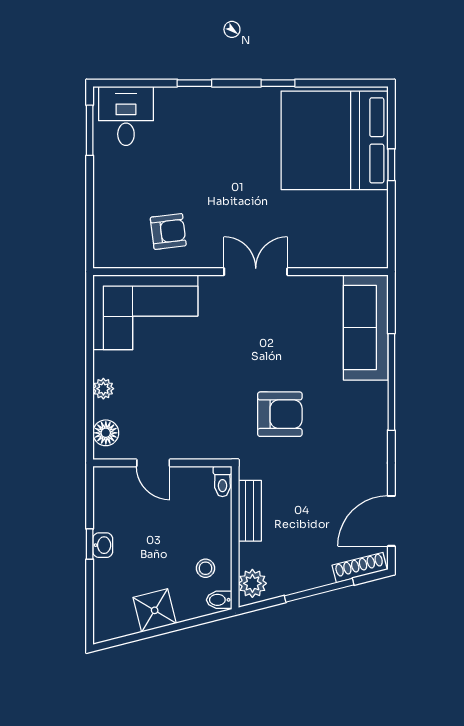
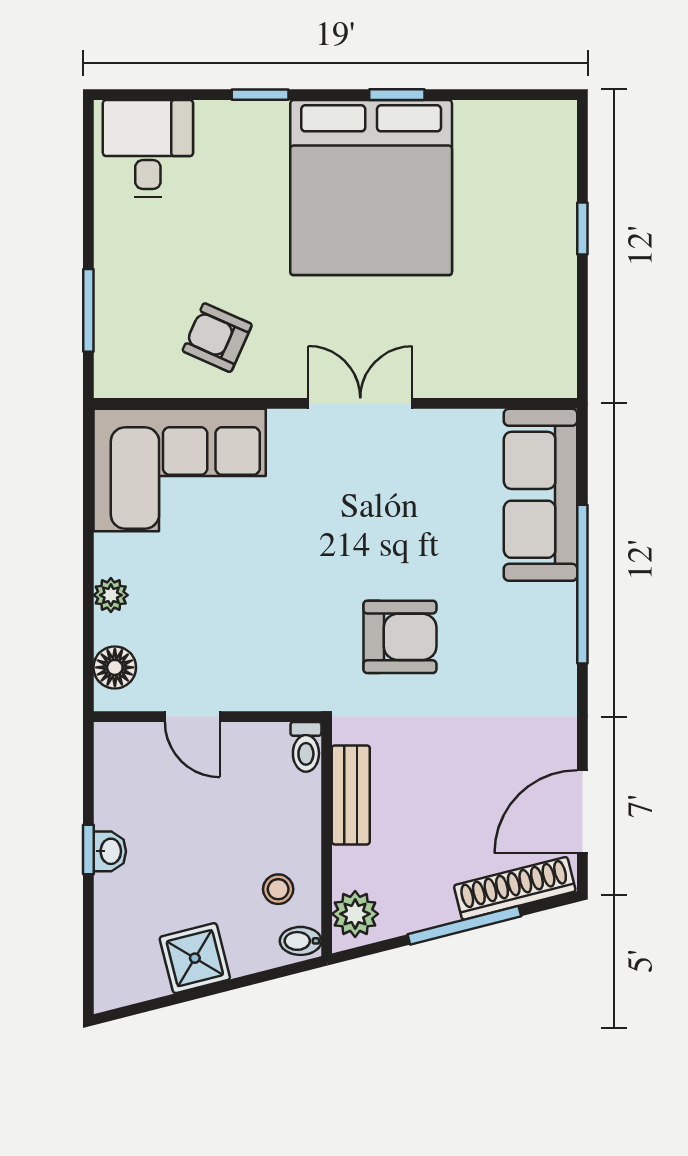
window: (90, 130) -> (88, 310), moved
bed: (335, 140) -> (371, 188), moved, turned -90
armchair: (168, 231) -> (217, 338), turned -149
shoe rack: (360, 567) -> (515, 888), width x1.36, depth x1.24

